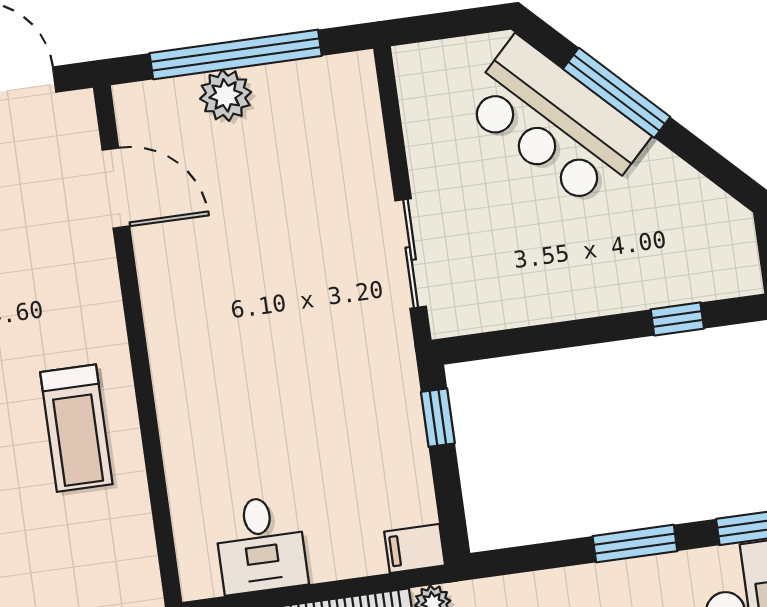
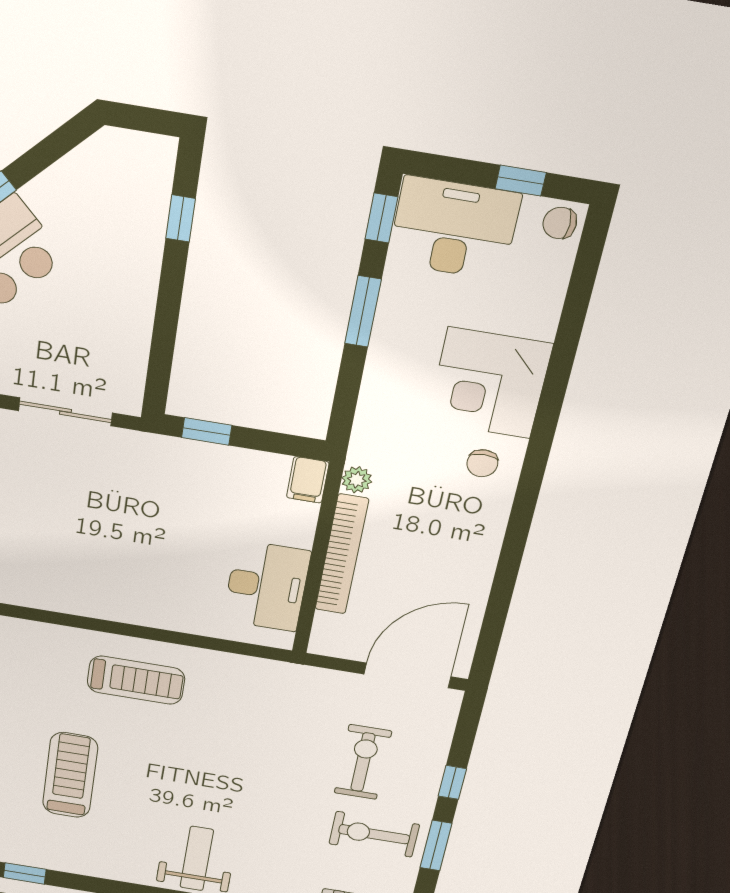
desk: (261, 545) -> (267, 586), width x1.37

